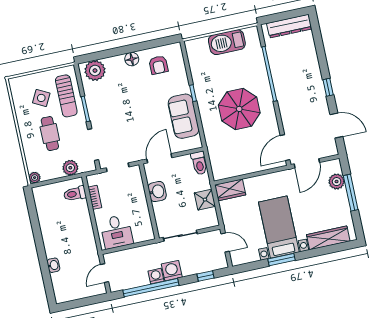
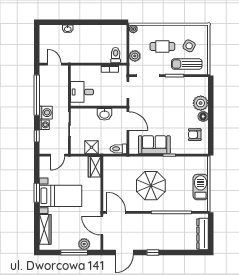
plant: (95, 70) -> (201, 103), moved
desk: (116, 232) -> (82, 92), moved
washing machine: (156, 276) -> (44, 125), moved

